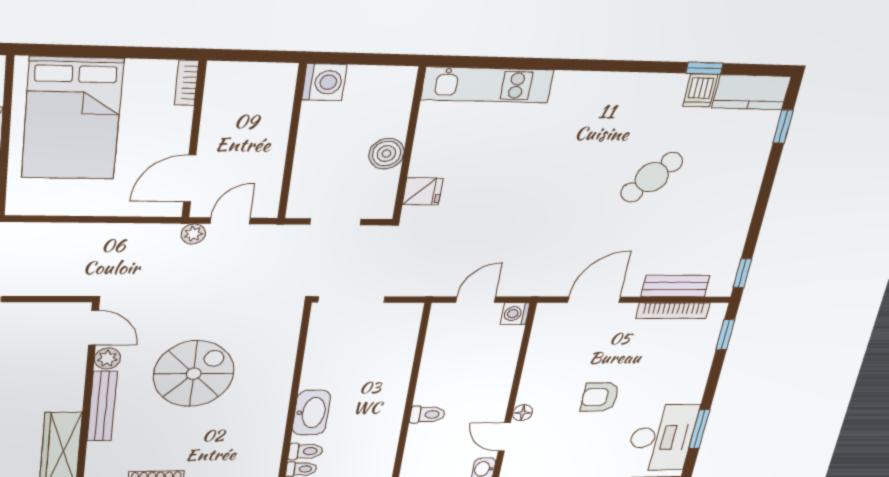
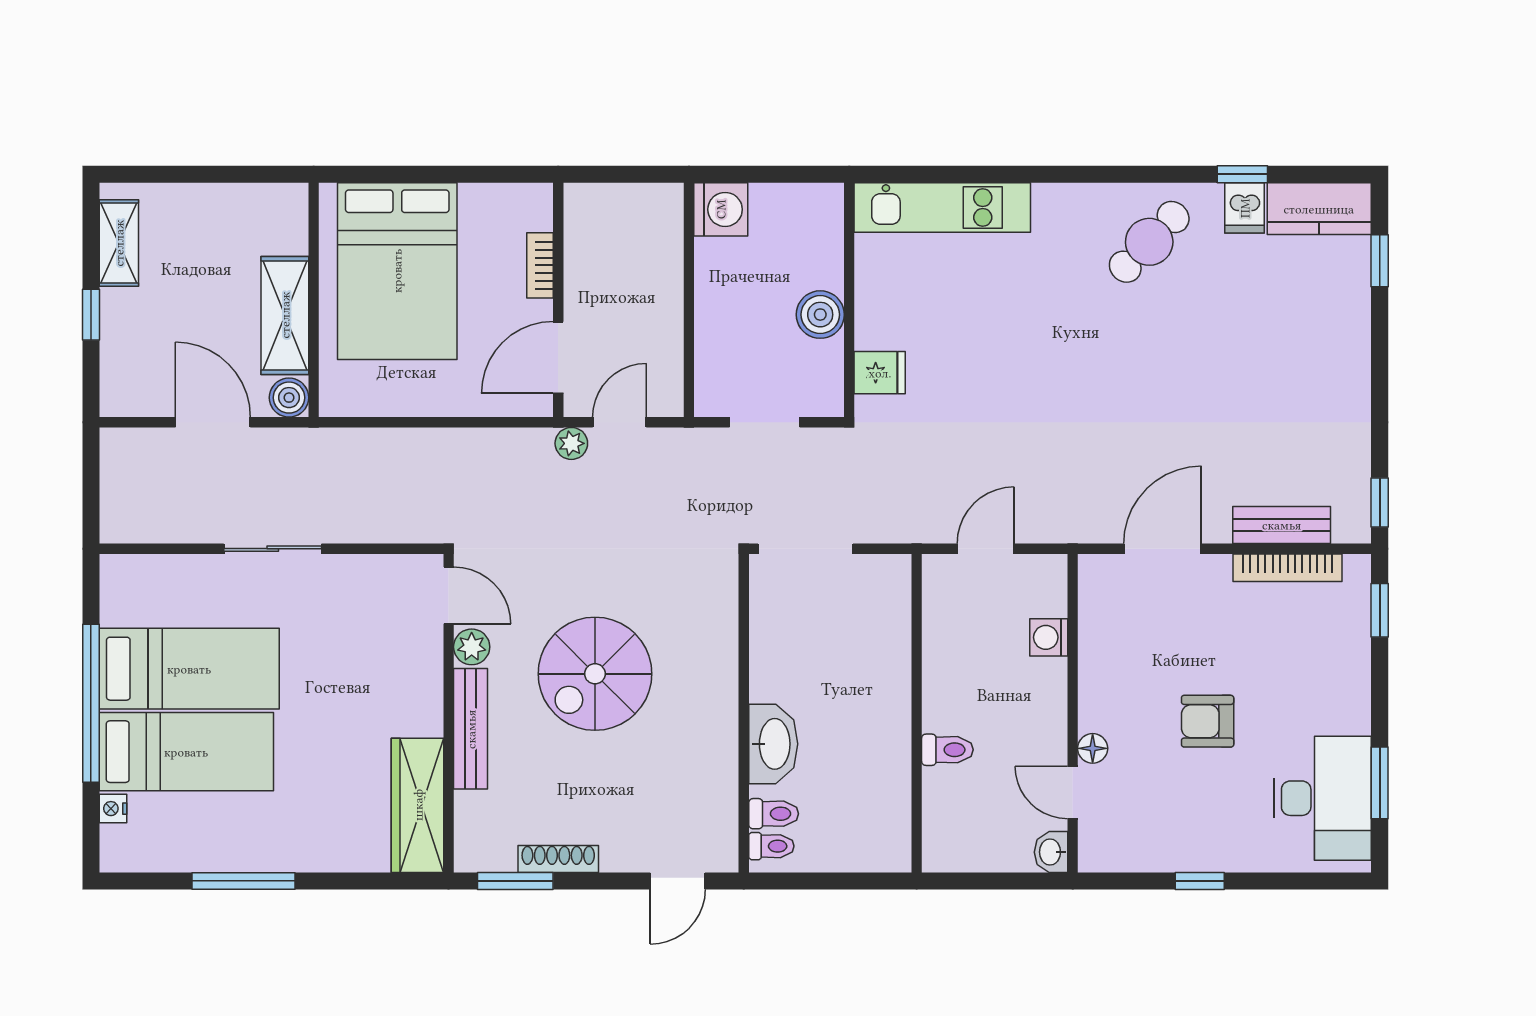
bookcase: (187, 83) -> (540, 265), moved
cafe table: (652, 177) -> (1149, 242), moved
washing machine: (515, 314) -> (1049, 637), moved
spiral stairs: (194, 374) -> (595, 674), turned 180

